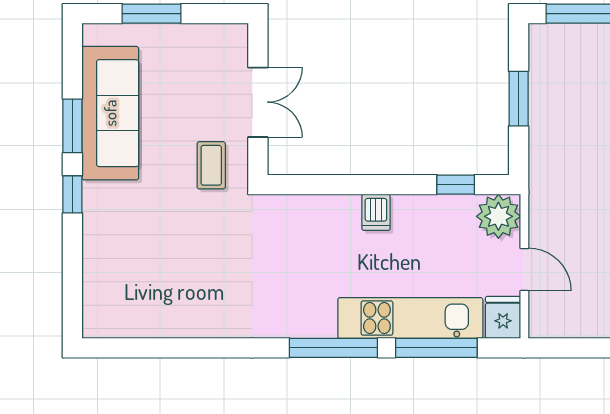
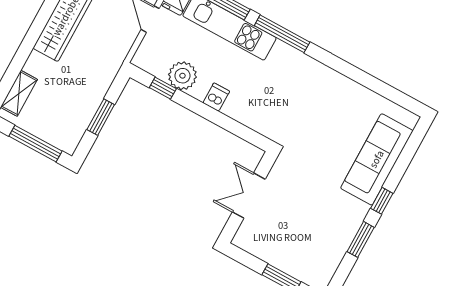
sofa: (110, 113) -> (377, 159), moved
coffee table: (211, 165) -> (295, 174), removed
plant: (498, 216) -> (182, 76), moved

